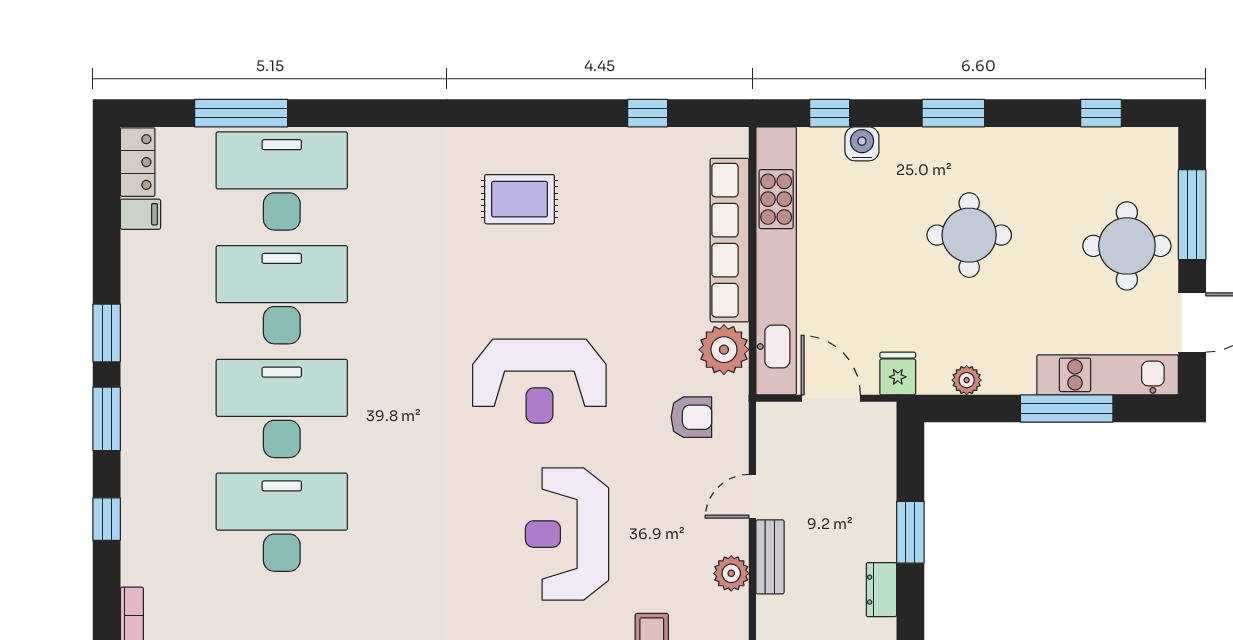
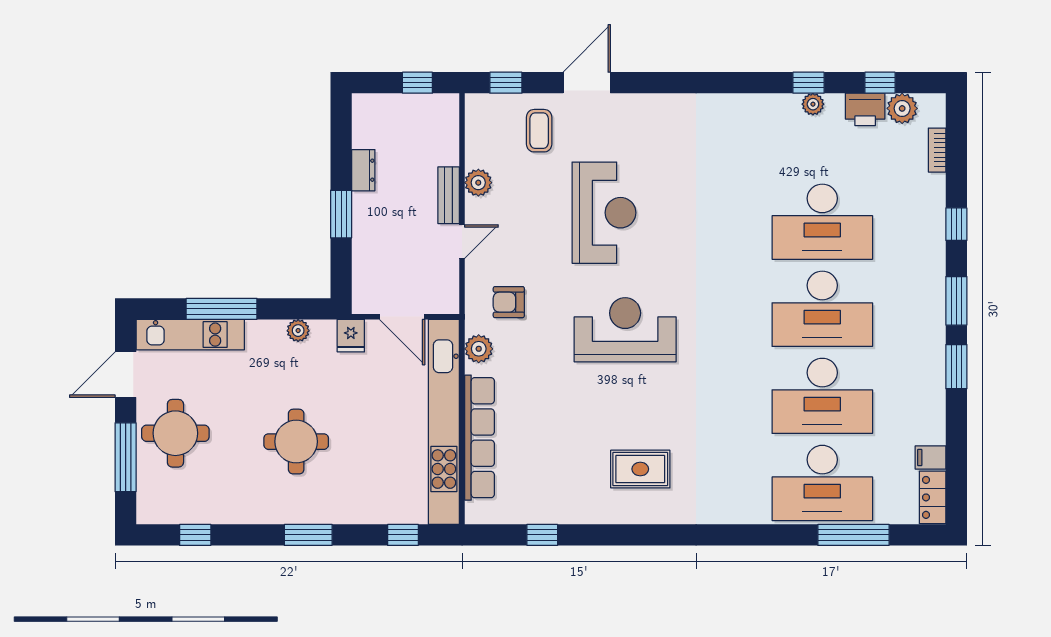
water cooler: (862, 144) -> (378, 511), removed
plant: (724, 350) -> (479, 349), width x0.73, depth x0.73

